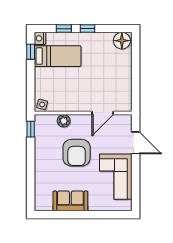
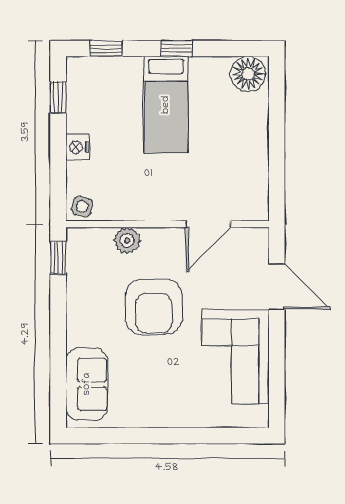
window: (64, 29) -> (106, 48), moved
nightstand: (40, 38) -> (78, 147), moved
bed: (58, 56) -> (166, 105), moved, turned 90
sofa: (70, 201) -> (87, 384), moved, turned 90

